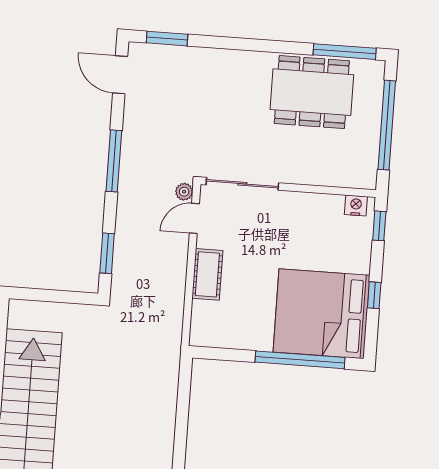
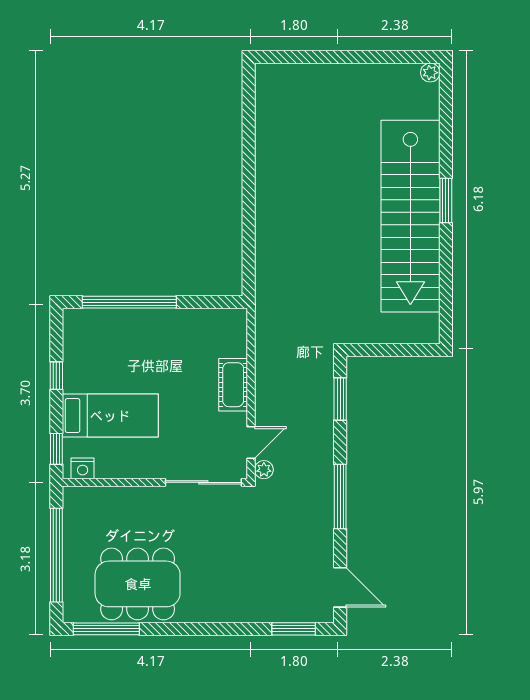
bed: (322, 314) -> (110, 416), moved, width x0.49

